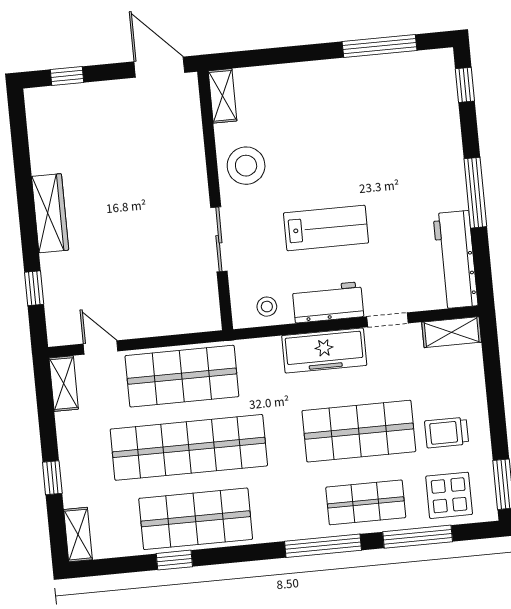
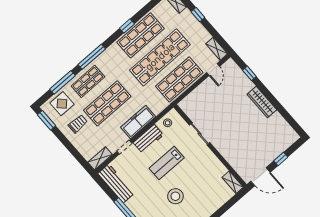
window: (67, 76) -> (281, 159), moved
stool: (246, 166) -> (175, 196), moved
door: (101, 347) -> (213, 70), hinge flipped
window: (174, 560) -> (127, 26), moved

